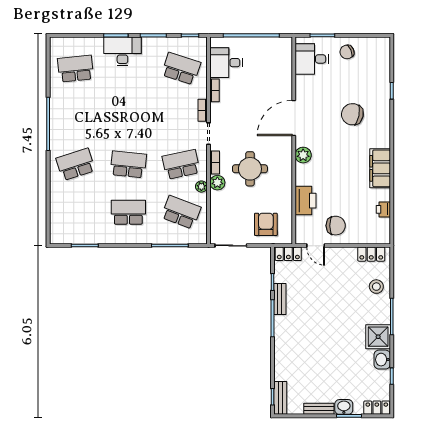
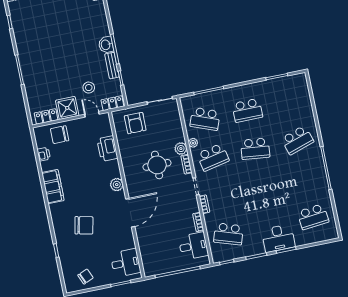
chair: (347, 52) -> (86, 276), moved
chair: (336, 226) -> (60, 135), moved
stool: (376, 287) -> (89, 88), moved
shower: (378, 337) -> (67, 108), moved
washbasin: (382, 360) -> (106, 45), moved, turned 180

